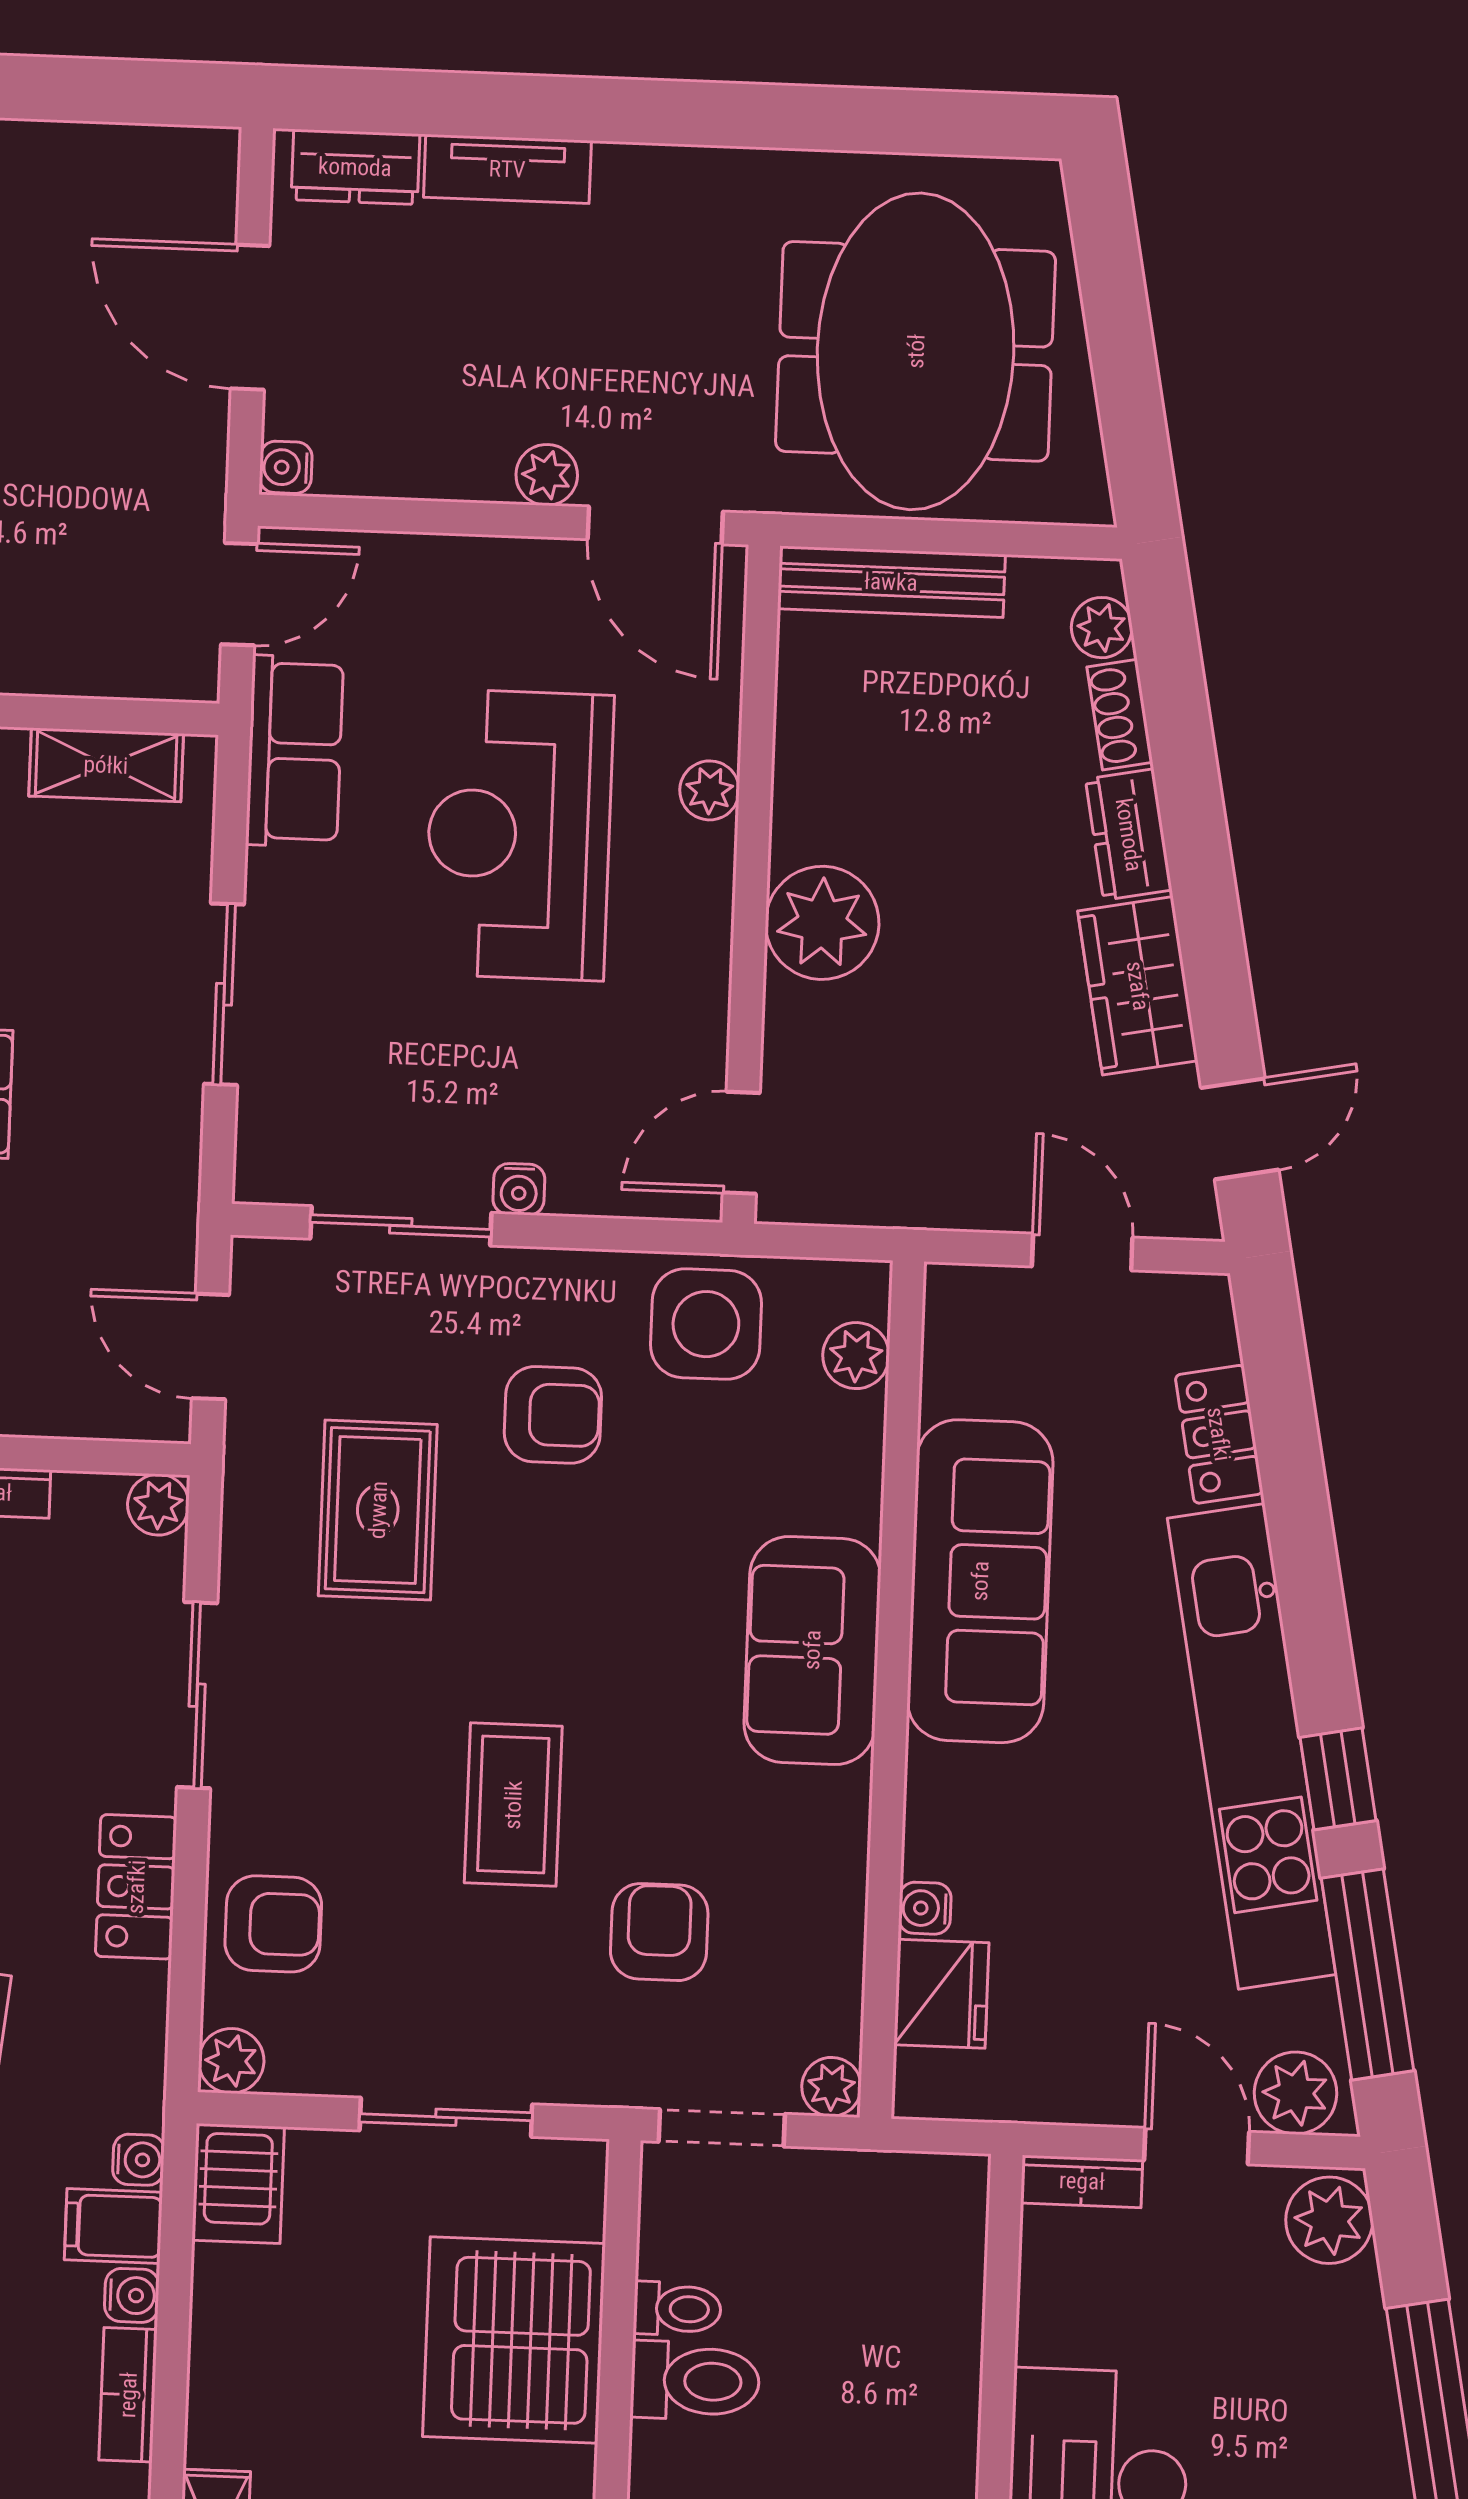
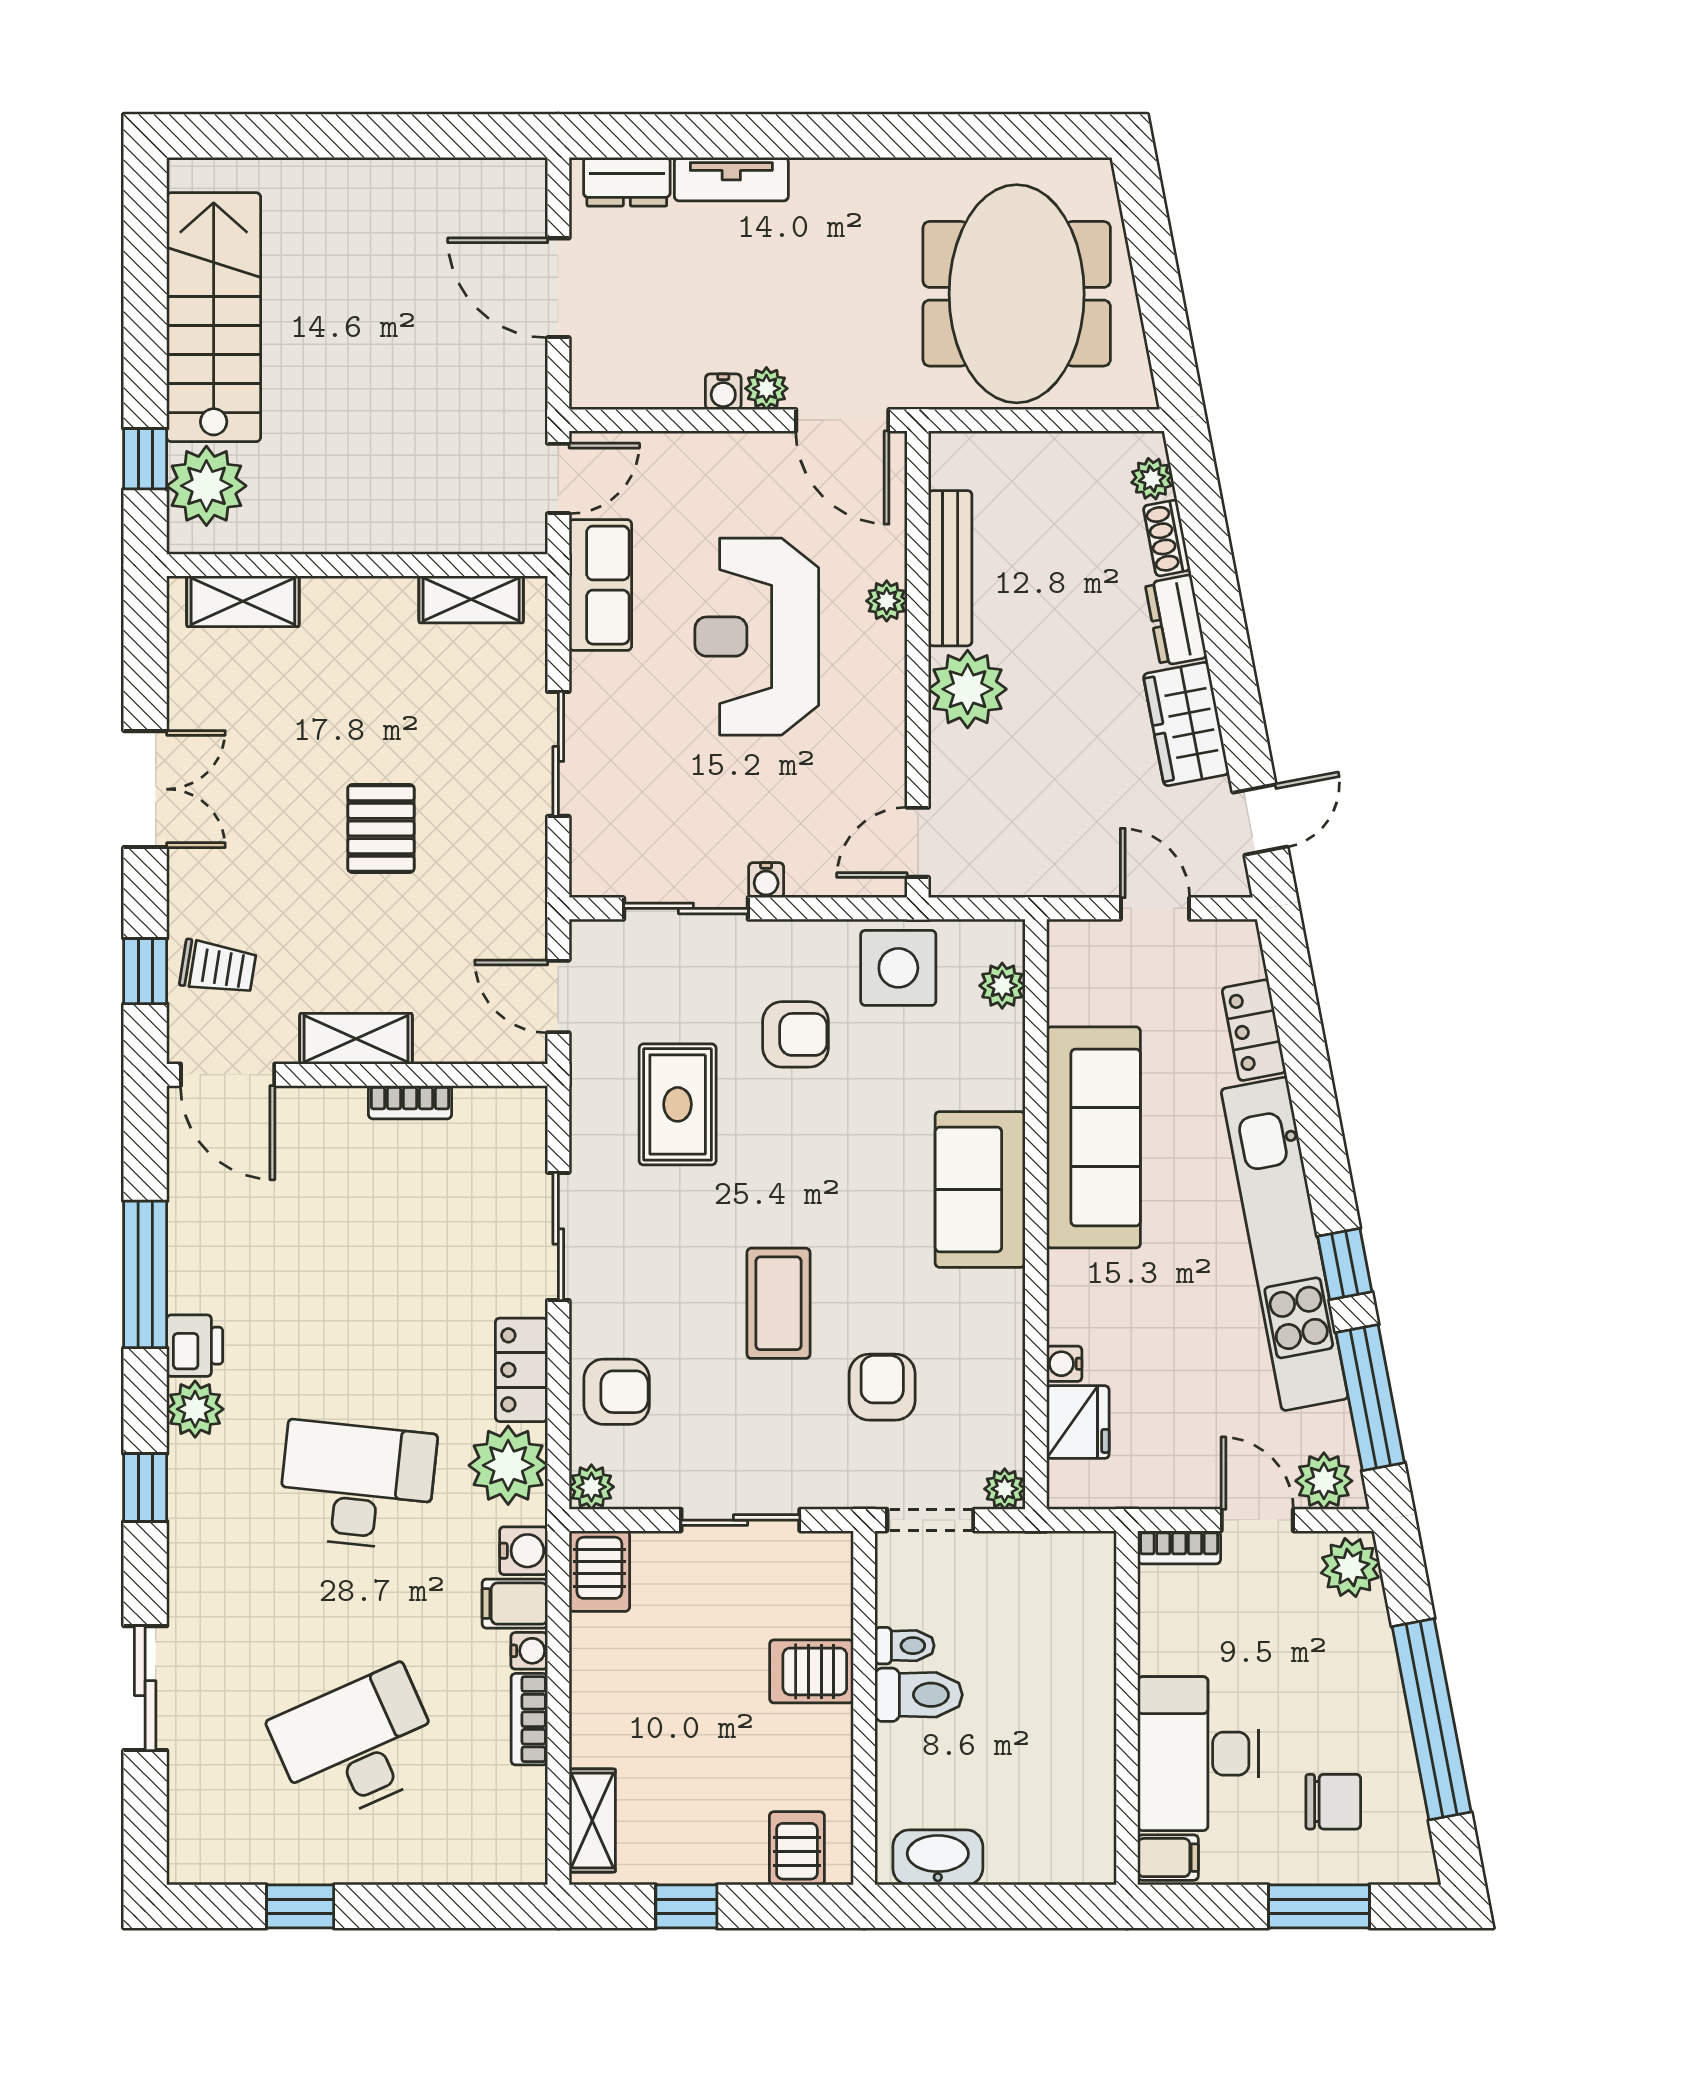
water cooler: (286, 467) -> (723, 392), moved, turned -90
bench: (891, 582) -> (950, 568), moved, turned 90
plant: (158, 1505) -> (508, 1465), moved, width x1.88, depth x1.88
water cooler: (138, 2160) -> (524, 1551), width x1.38, depth x1.38
server rack: (514, 2340) -> (811, 1671), width x0.46, depth x0.70

